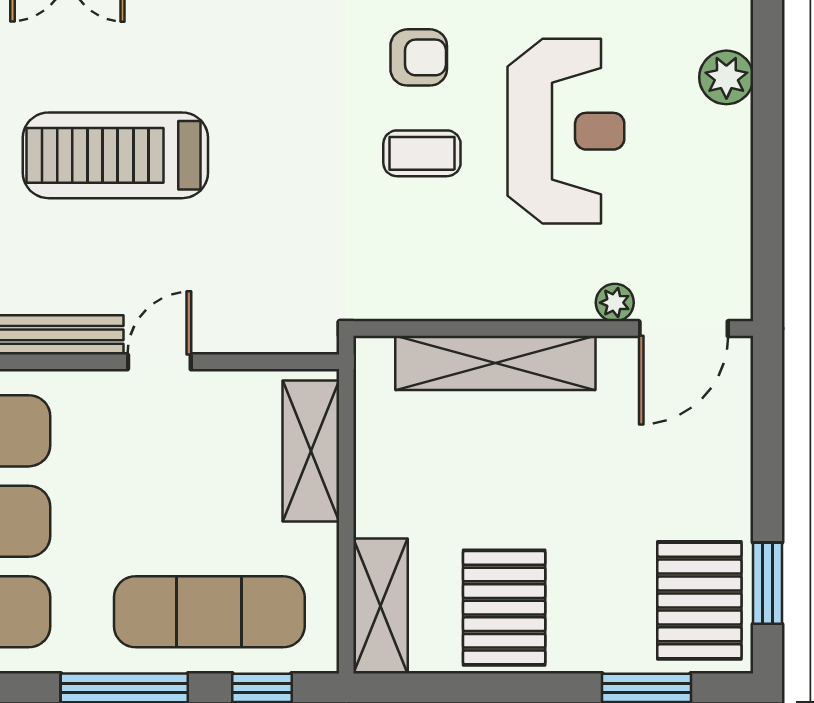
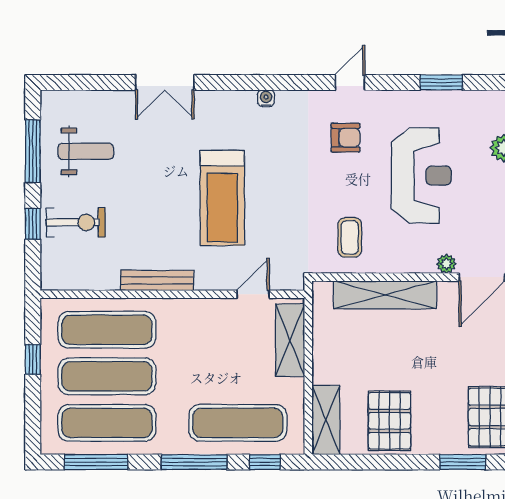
coffee table: (422, 153) -> (350, 237), moved, turned 90
treadmill: (115, 155) -> (222, 198), moved, turned -90
door: (159, 362) -> (253, 294), moved

